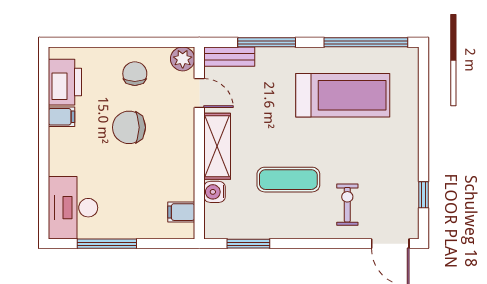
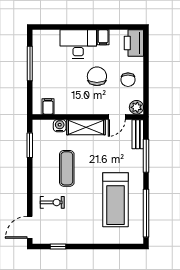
chair: (135, 74) -> (128, 80), turned 90
printer: (65, 82) -> (134, 43), moved, turned 90
desk: (73, 208) -> (78, 44), moved

